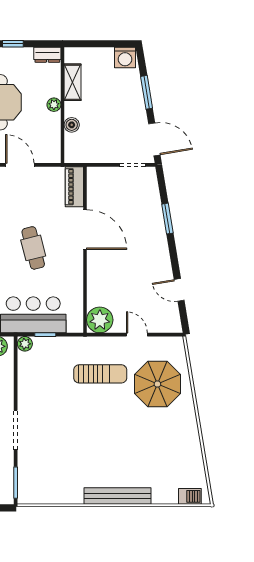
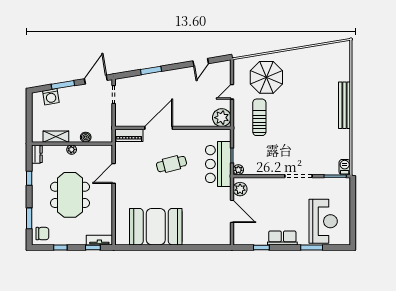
washing machine: (125, 58) -> (51, 97), moved, turned 81
barbecue: (190, 496) -> (345, 167), moved

